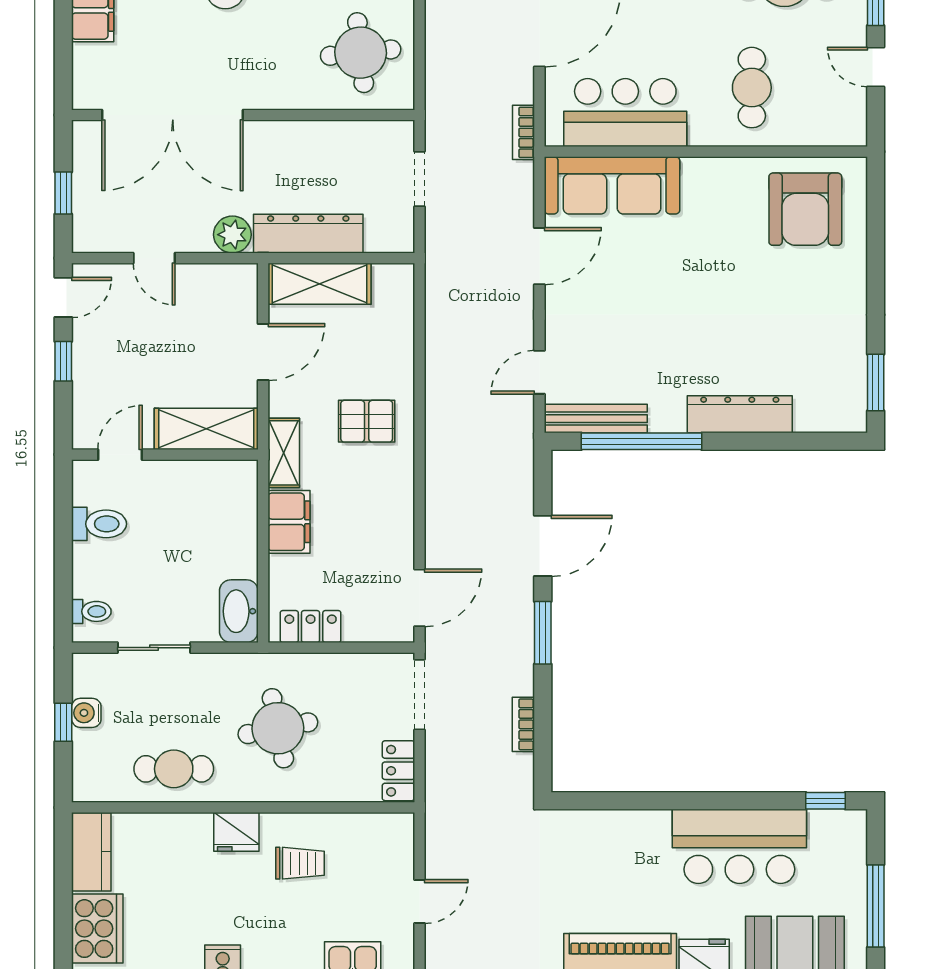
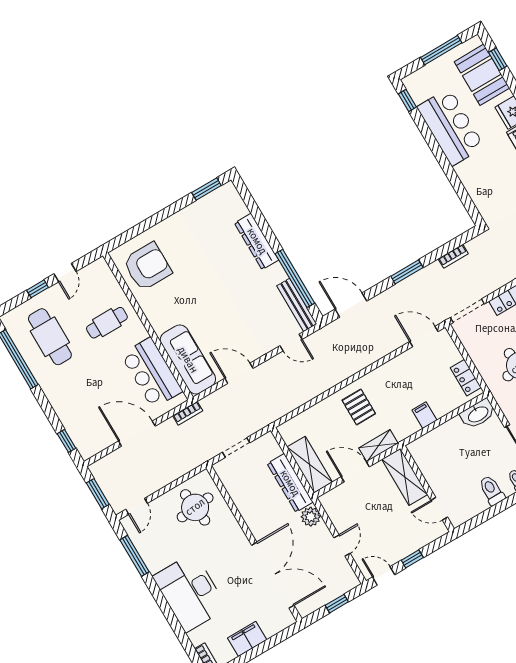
shelving: (284, 453) -> (378, 446), moved
filing cabinet: (289, 522) -> (424, 415), width x0.50
toilet: (99, 524) -> (492, 490), moved
door: (543, 546) -> (351, 305), moved

